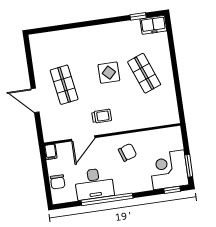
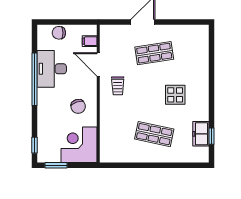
freezer: (153, 25) -> (201, 134), moved
display table: (109, 73) -> (175, 95), moved
shop shelf: (144, 73) -> (154, 134), turned 33
filing cabinet: (51, 152) -> (90, 41), moved
corner desk: (169, 170) -> (79, 145), moved, turned -90

